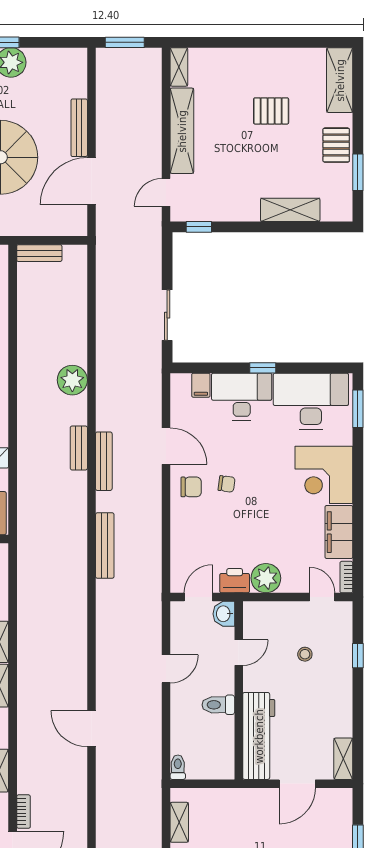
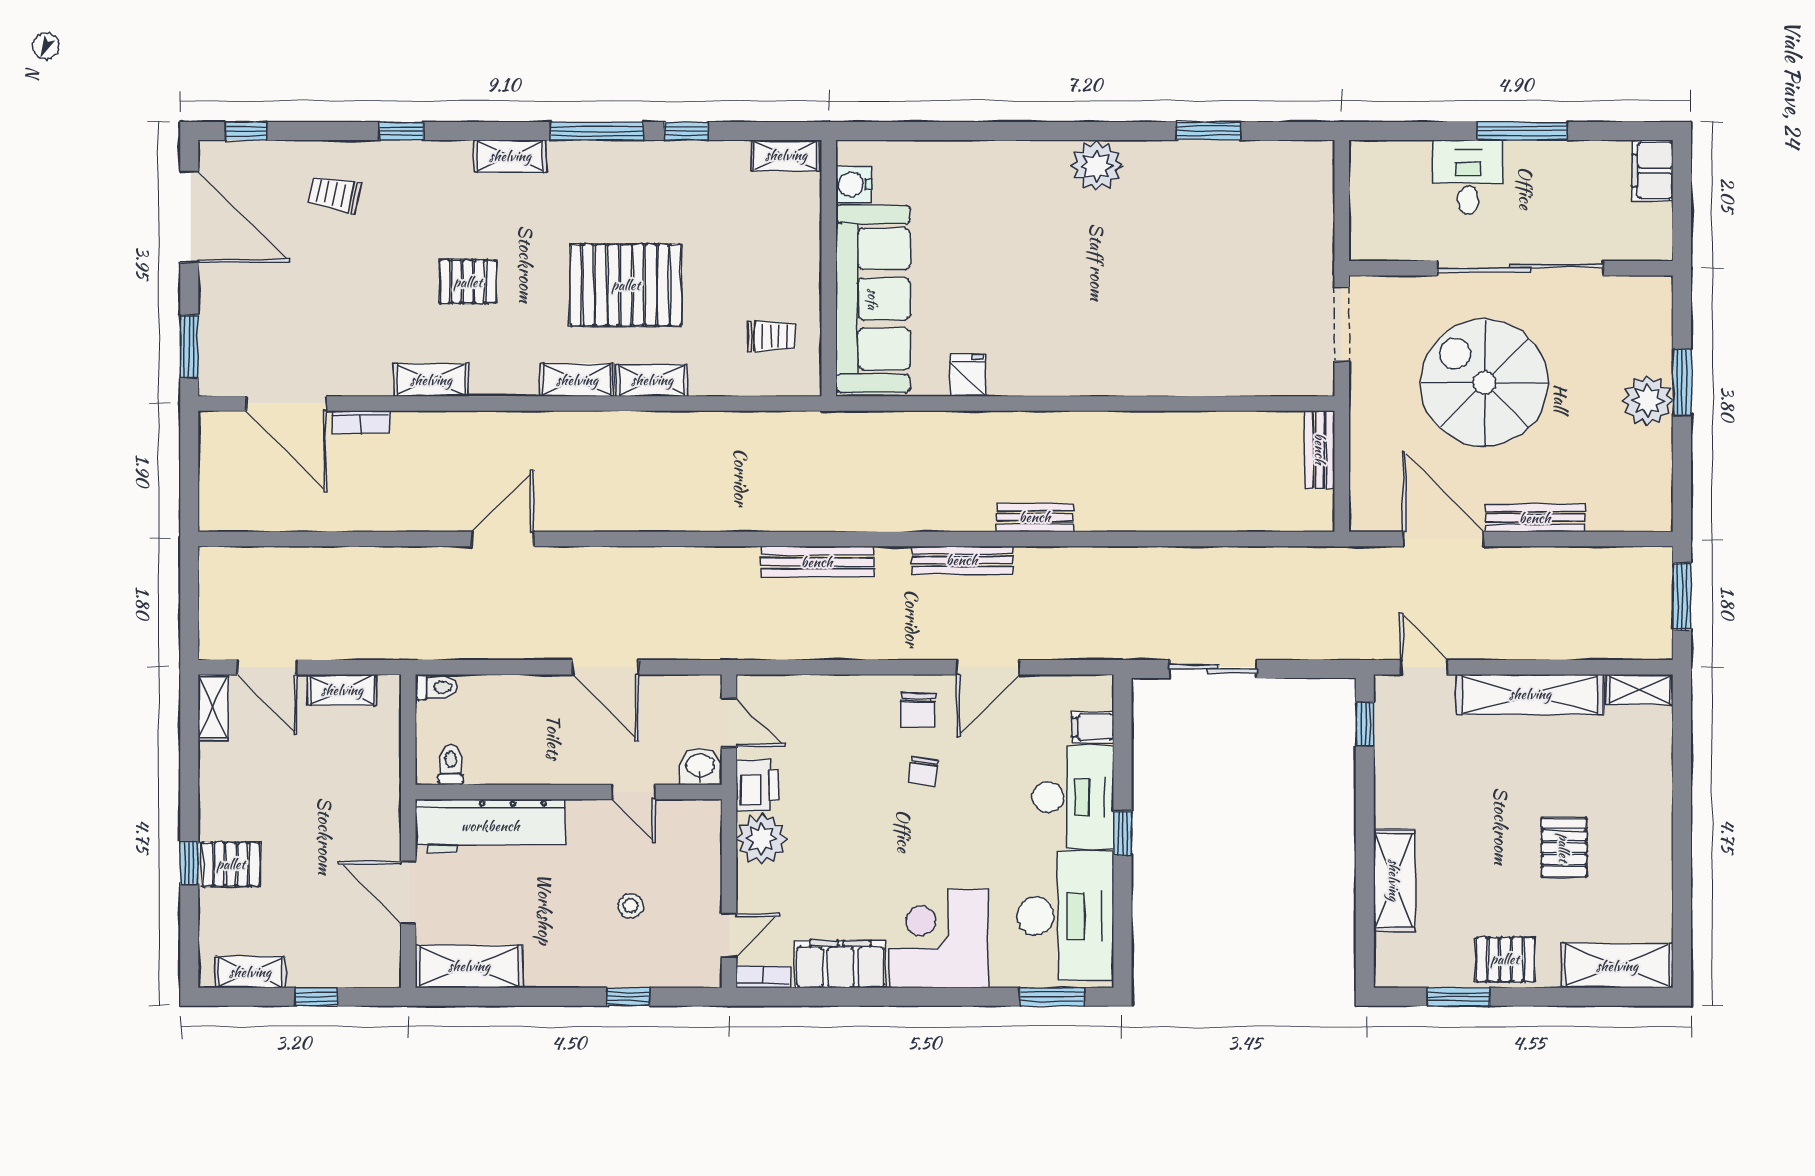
plant: (72, 380) -> (1102, 506), removed
bench: (79, 448) -> (1035, 517), moved
door: (166, 669) -> (605, 667), width x1.38
toilet: (218, 705) -> (451, 765), moved, width x0.73, depth x0.72
shelving: (343, 759) -> (469, 966), width x1.50, depth x1.33

